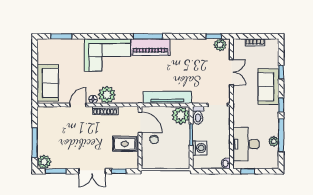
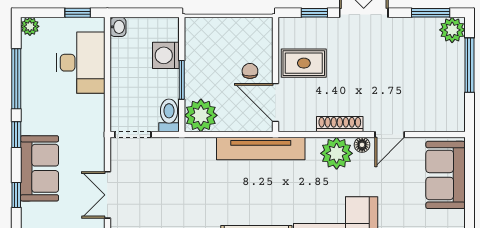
tv unit: (167, 97) -> (261, 148), moved
plant: (274, 141) -> (30, 26), moved

